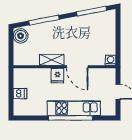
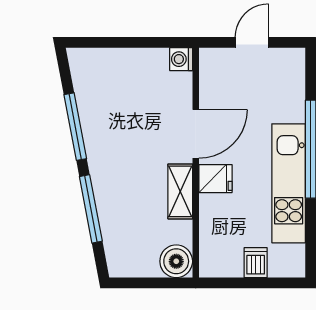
window: (92, 11) -> (75, 127), moved
boiler: (21, 36) -> (176, 261), moved
kitchen unit: (74, 108) -> (289, 183), moved

